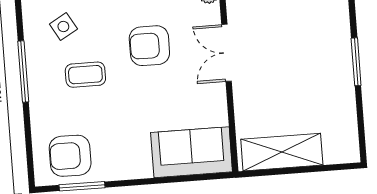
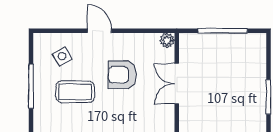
coffee table: (85, 75) -> (75, 92), width x1.36, depth x1.30

